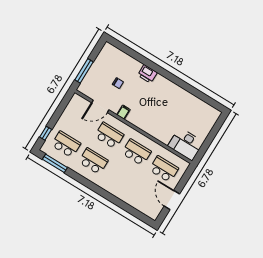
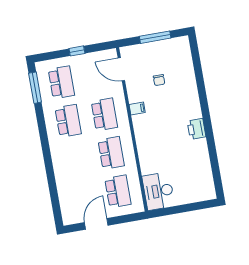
window: (84, 71) -> (155, 37), moved
printer: (147, 74) -> (197, 129), moved
door: (100, 106) -> (121, 69), moved
window: (46, 133) -> (77, 51), moved

